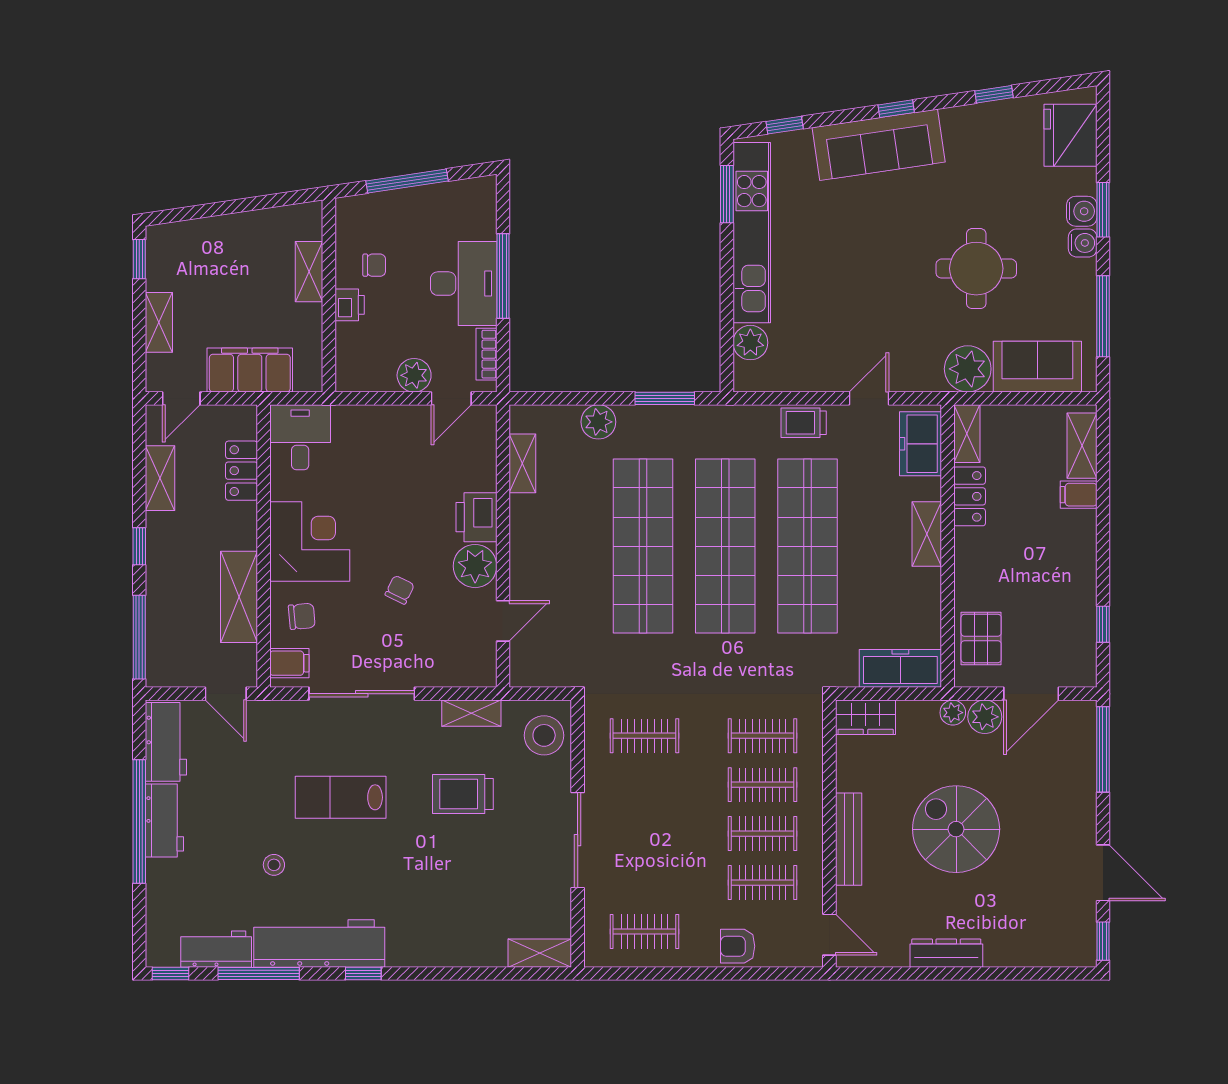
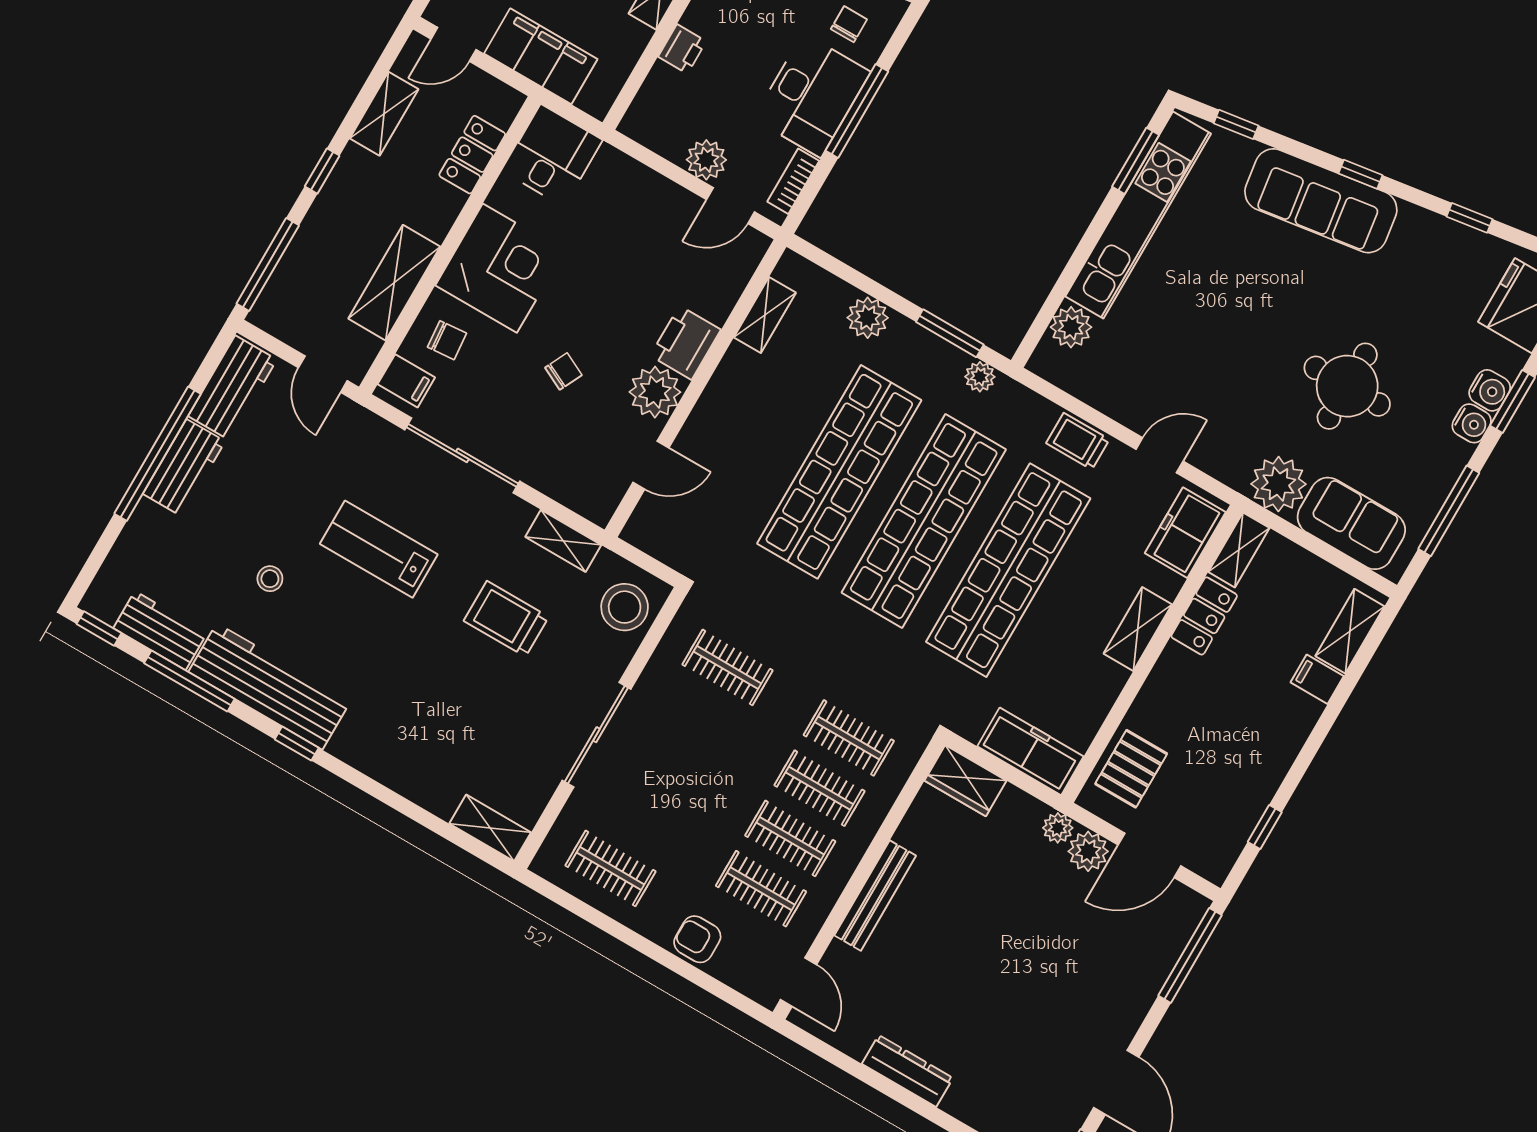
chair: (374, 265) -> (849, 24), moved, turned -90
plant: (705, 417) -> (980, 377), added
spiral stairs: (956, 829) -> (992, 949), removed

